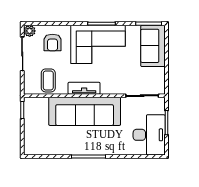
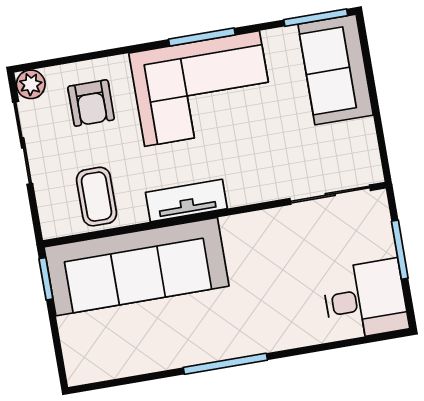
sofa: (85, 111) -> (137, 267), moved
desk: (149, 135) -> (365, 300), width x0.73

